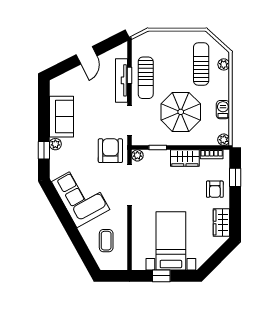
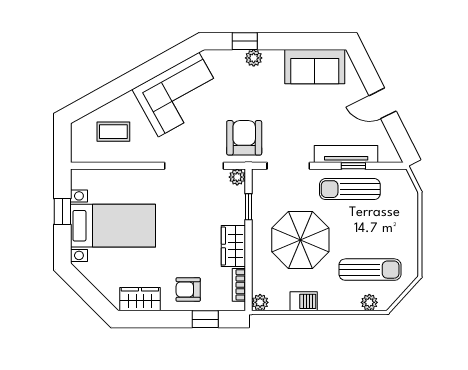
sofa: (61, 117) -> (315, 67), moved
armchair: (110, 151) -> (244, 138), turned -90

